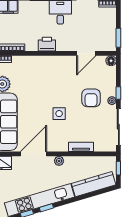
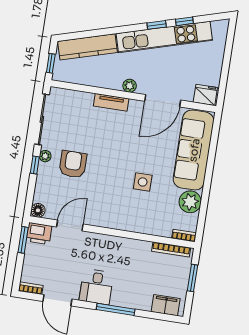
printer: (47, 44) -> (39, 234), moved
side table: (59, 114) -> (143, 182), moved
tv unit: (81, 147) -> (111, 102), moved

